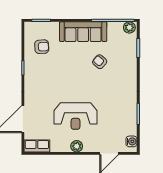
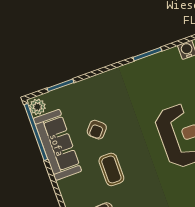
sofa: (83, 32) -> (57, 145), moved
coffee table: (70, 62) -> (111, 169), added

